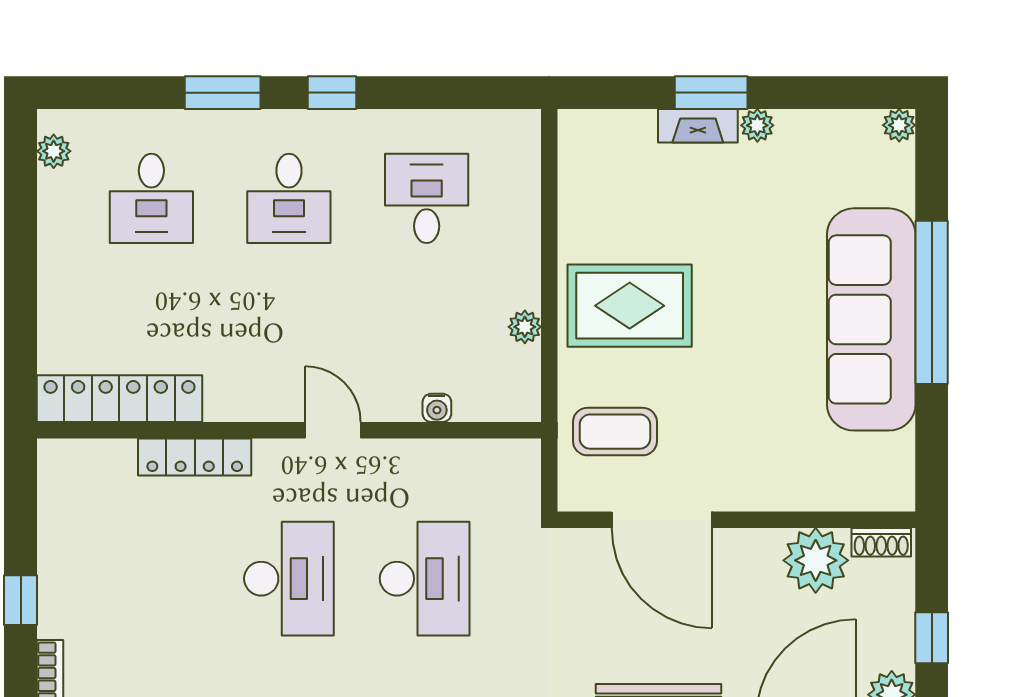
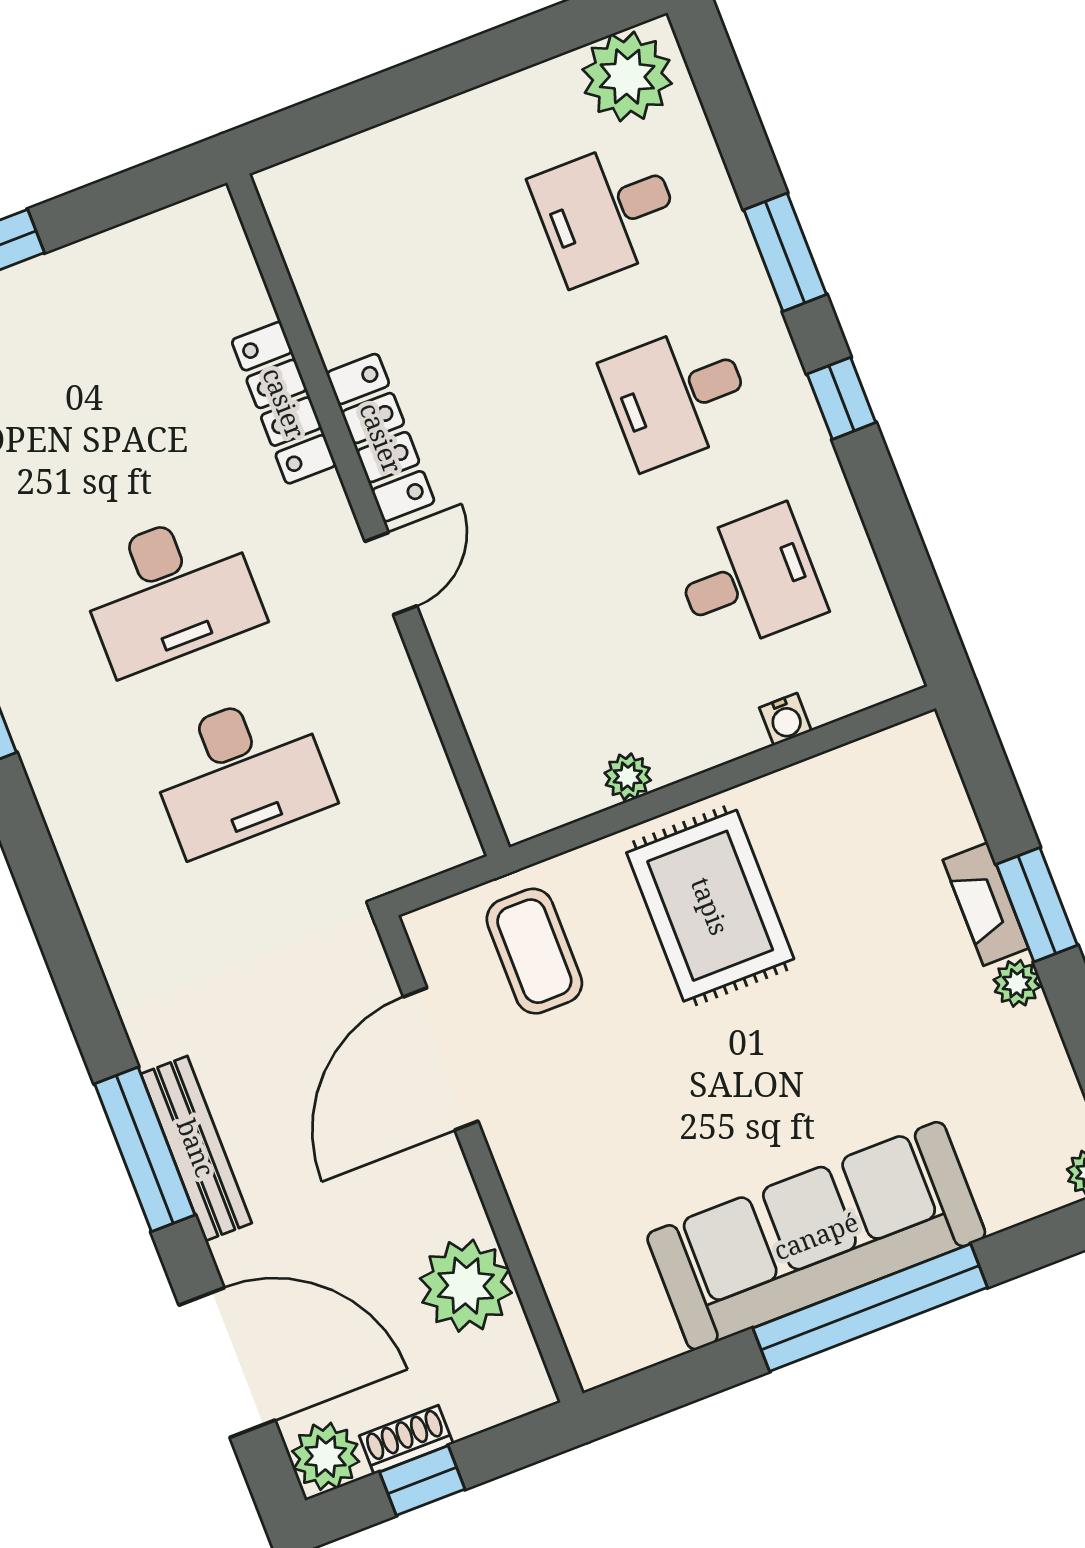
plant: (54, 151) -> (627, 76), width x1.88, depth x1.88
locker: (119, 399) -> (381, 438), moved, width x0.71, depth x0.83
water cooler: (437, 408) -> (785, 719), moved, turned -90
shoe rack: (881, 542) -> (406, 1440), moved, turned 90

